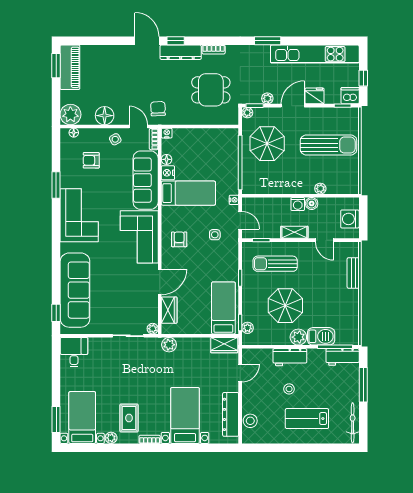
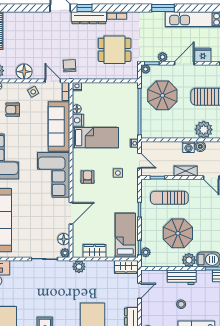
plant: (320, 189) -> (204, 130), width x1.87, depth x1.87
wardrobe: (169, 310) -> (94, 251), moved, turned -90
floor lamp: (151, 312) -> (64, 239), added

